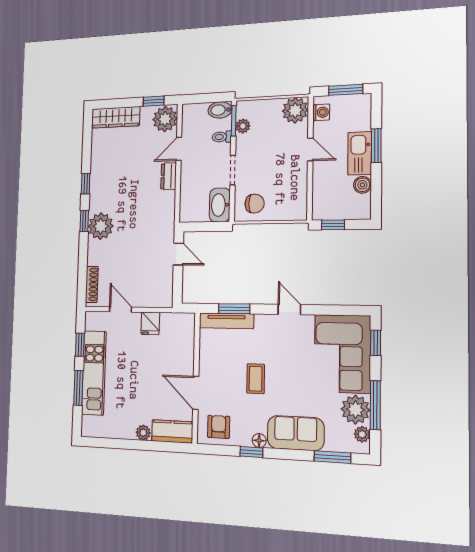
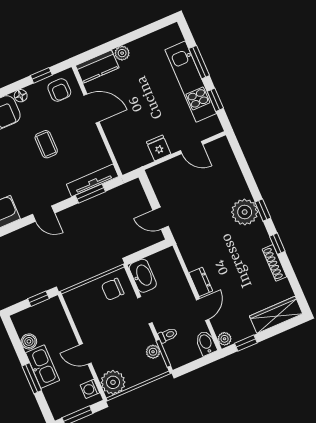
bidet: (220, 110) -> (206, 343), moved, turned -90
plant: (165, 119) -> (225, 339), width x0.53, depth x0.53
shoe rack: (92, 284) -> (274, 263), moved
window: (251, 452) -> (41, 75), moved

